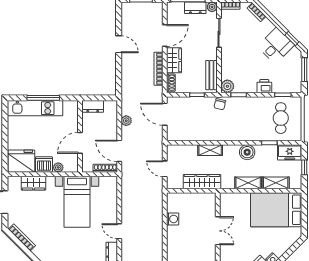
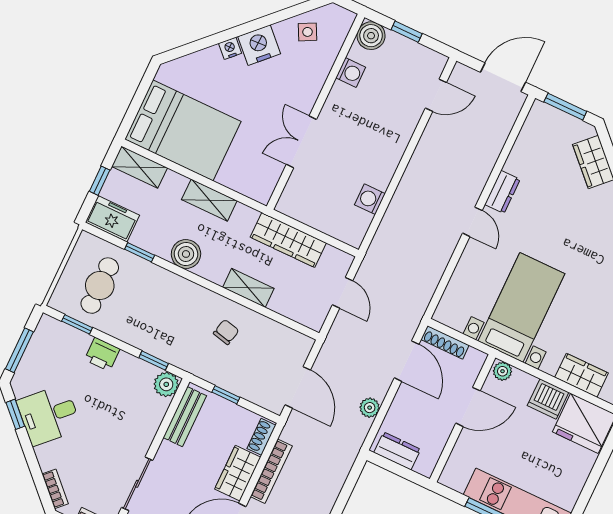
chair: (220, 104) -> (226, 332), moved
dresser: (93, 106) -> (397, 451), moved
plant: (58, 167) -> (502, 371), moved
shelving: (276, 183) -> (140, 167), moved

